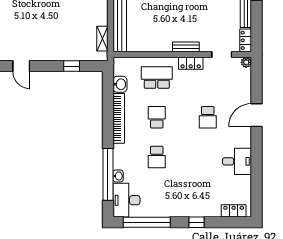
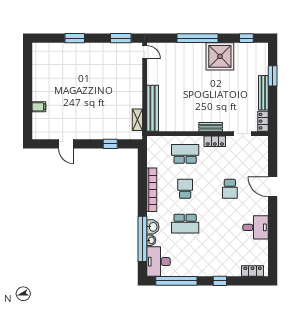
plant: (246, 62) -> (264, 141), removed
washbasin: (120, 84) -> (153, 227), moved
door: (257, 115) -> (273, 187), hinge flipped
school desk: (157, 157) -> (185, 224), width x1.85

